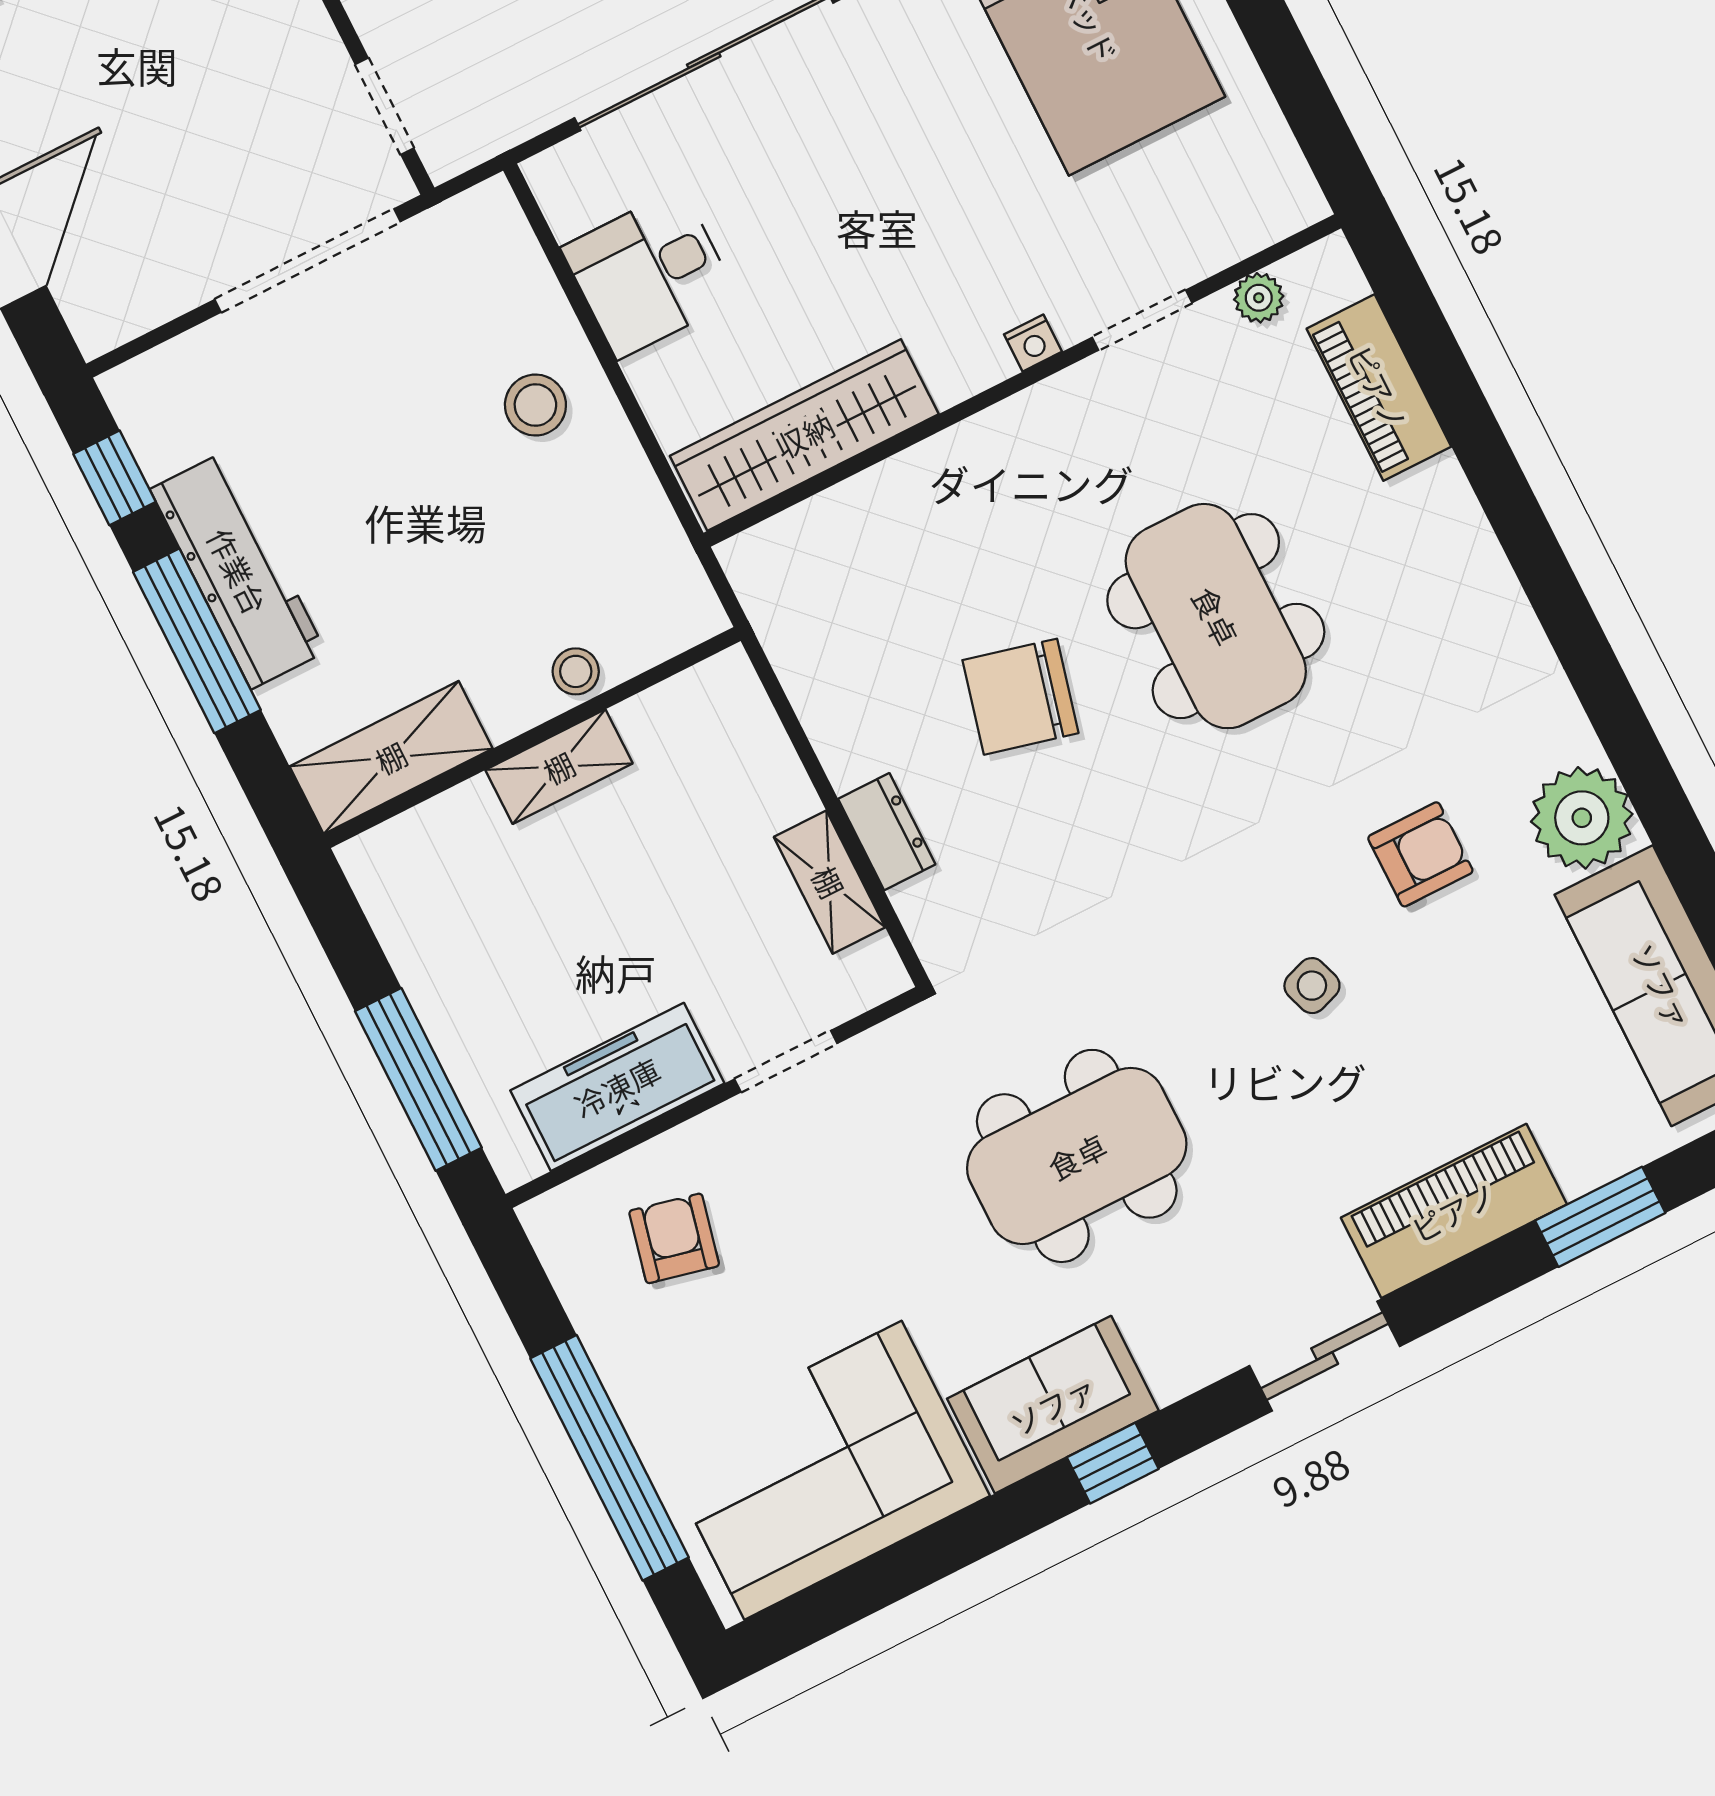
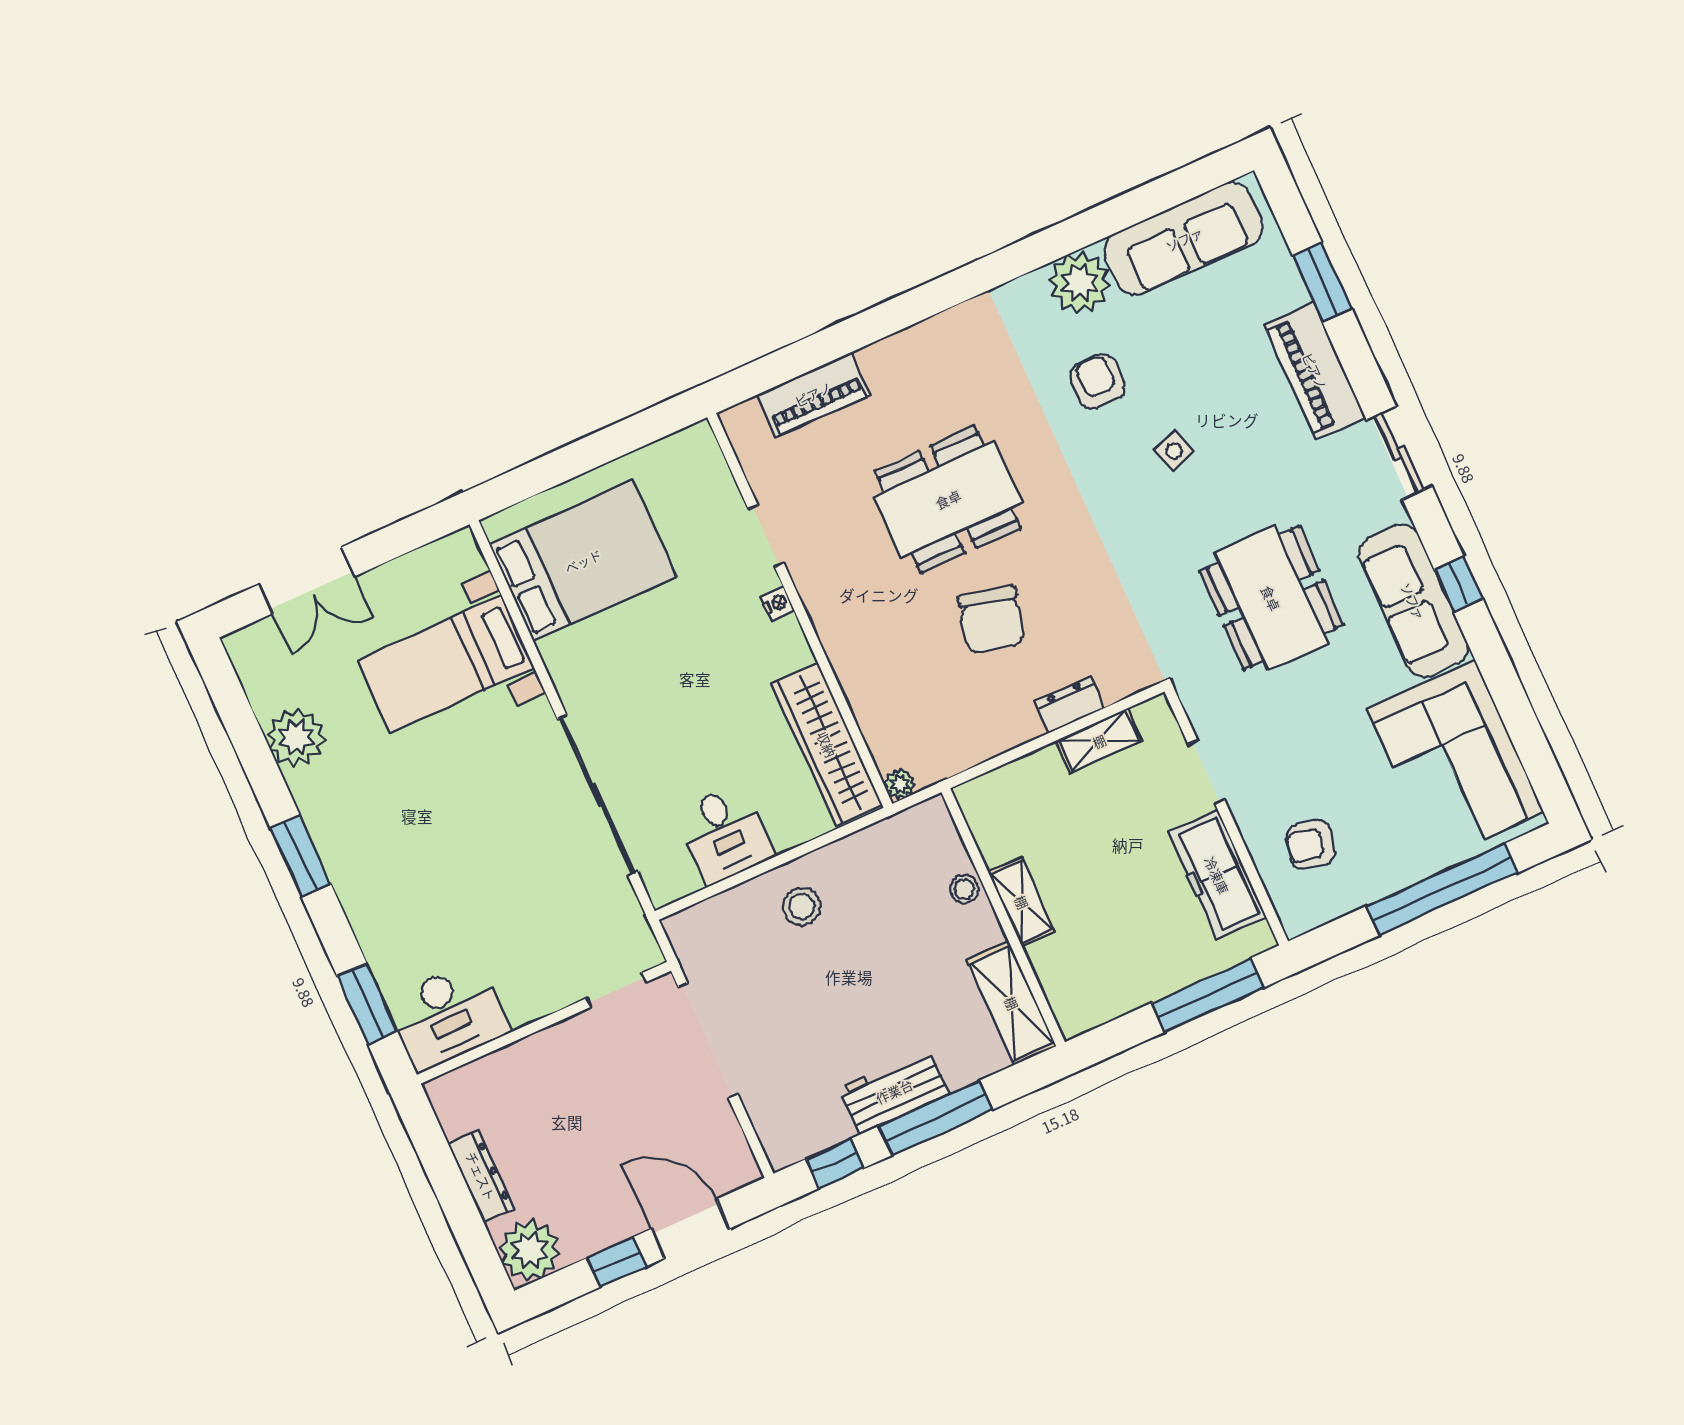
plant: (1259, 298) -> (900, 784), moved
workbench: (238, 571) -> (894, 1091), width x0.73
sofa: (1053, 1405) -> (1413, 601), width x1.36

